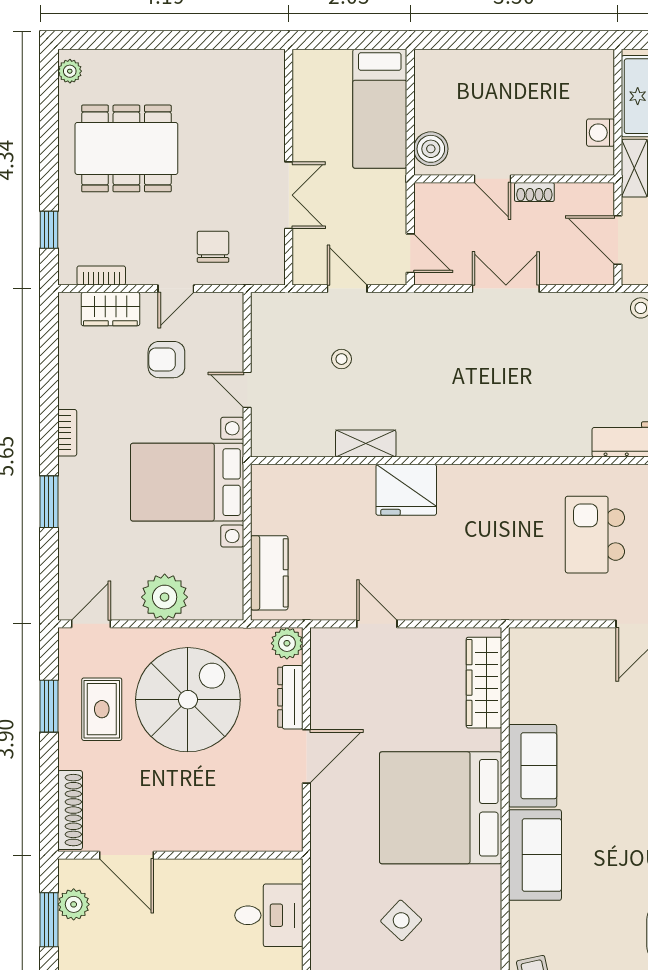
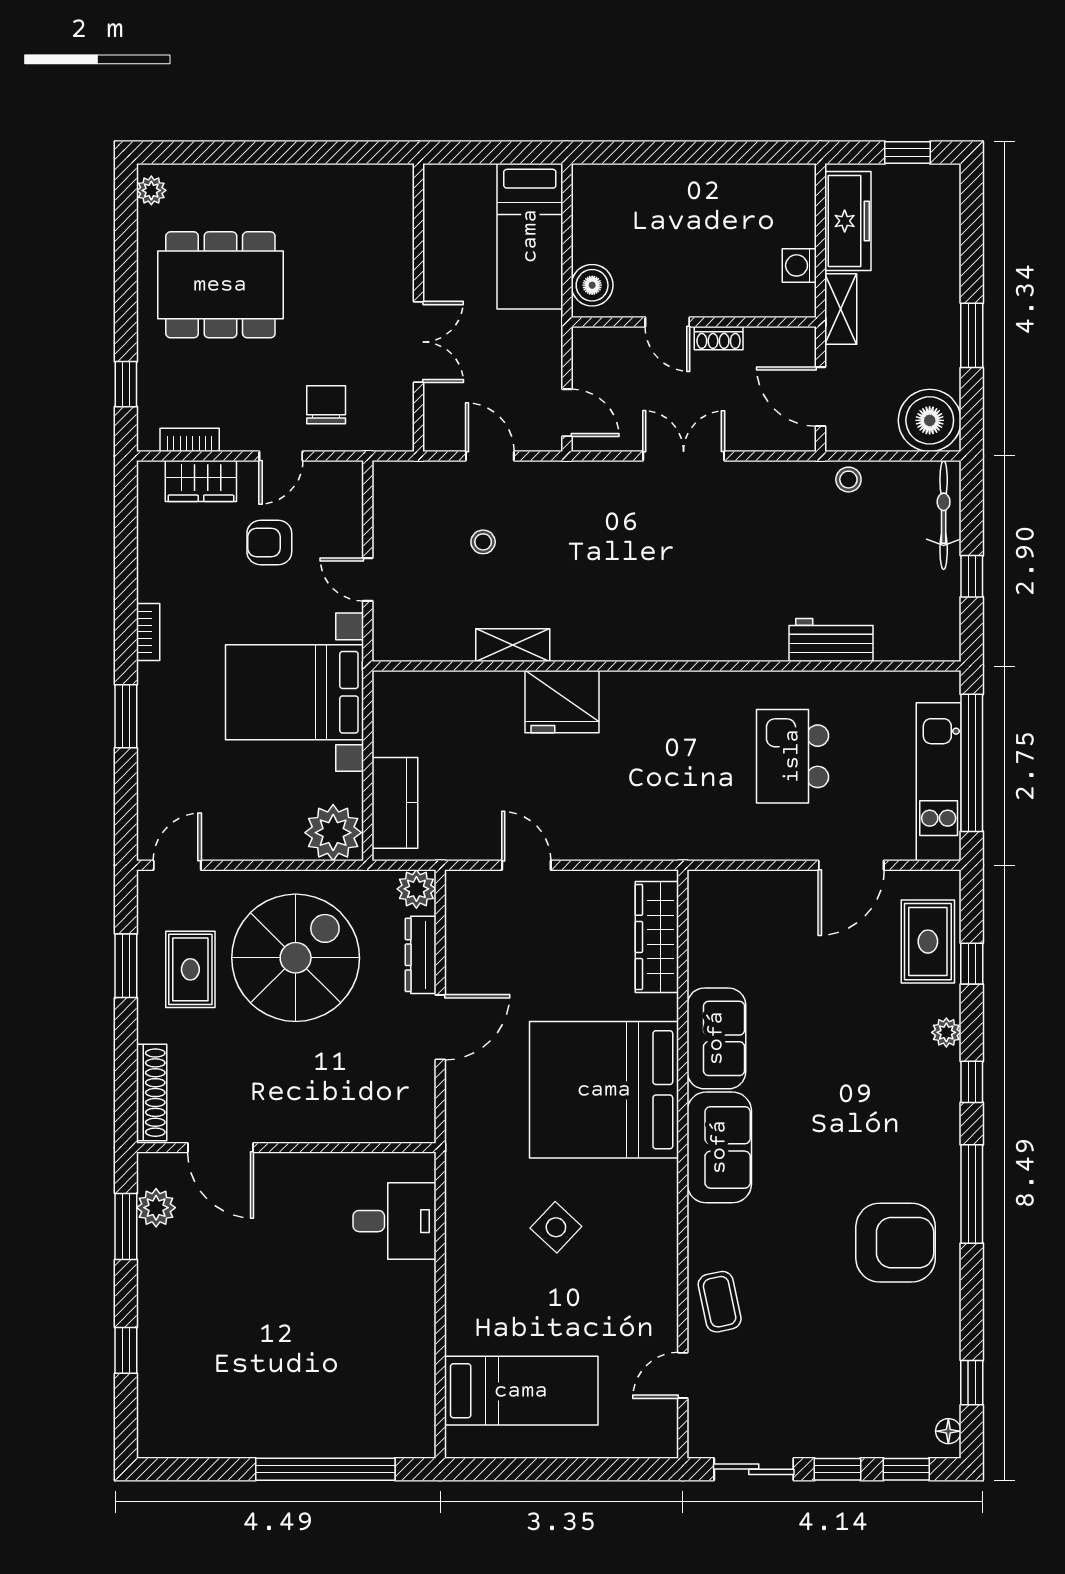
plant: (165, 597) -> (333, 833), moved

